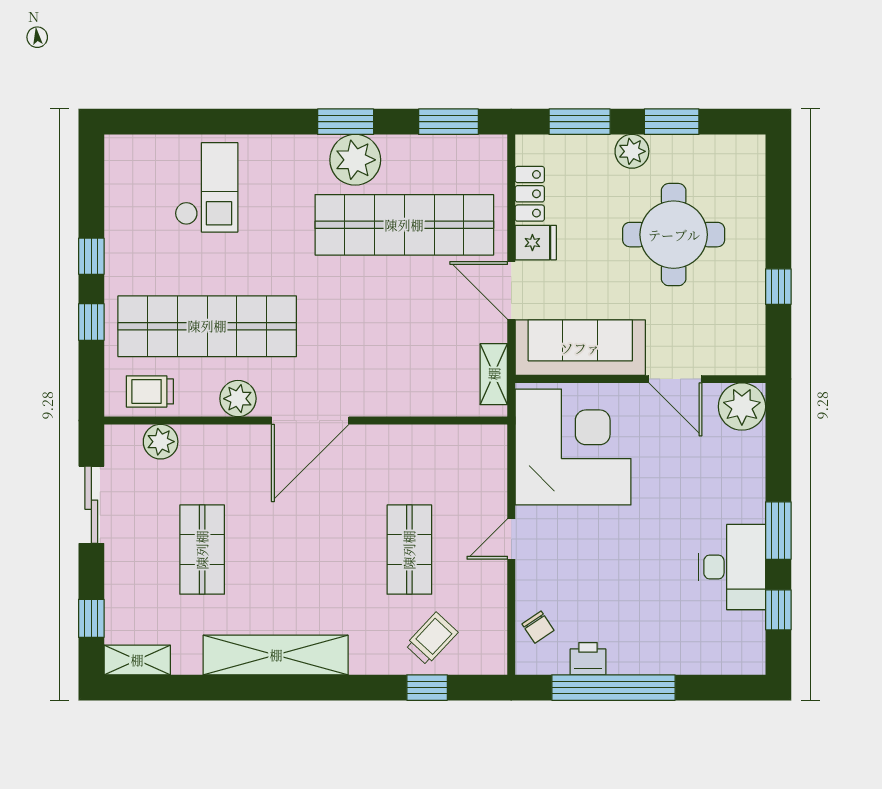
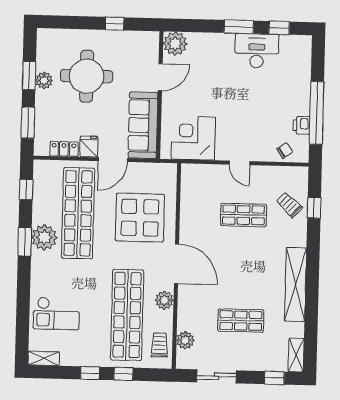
window: (448, 122) -> (26, 189), width x0.67
plant: (632, 151) -> (44, 80), moved
checkout: (206, 187) -> (56, 314), turned 180
display table: (399, 346) -> (140, 218), added
shelving: (494, 374) -> (44, 358), moved
trolley: (150, 391) -> (160, 345), turned 180
corner desk: (573, 447) -> (193, 138), width x0.74, depth x0.74

